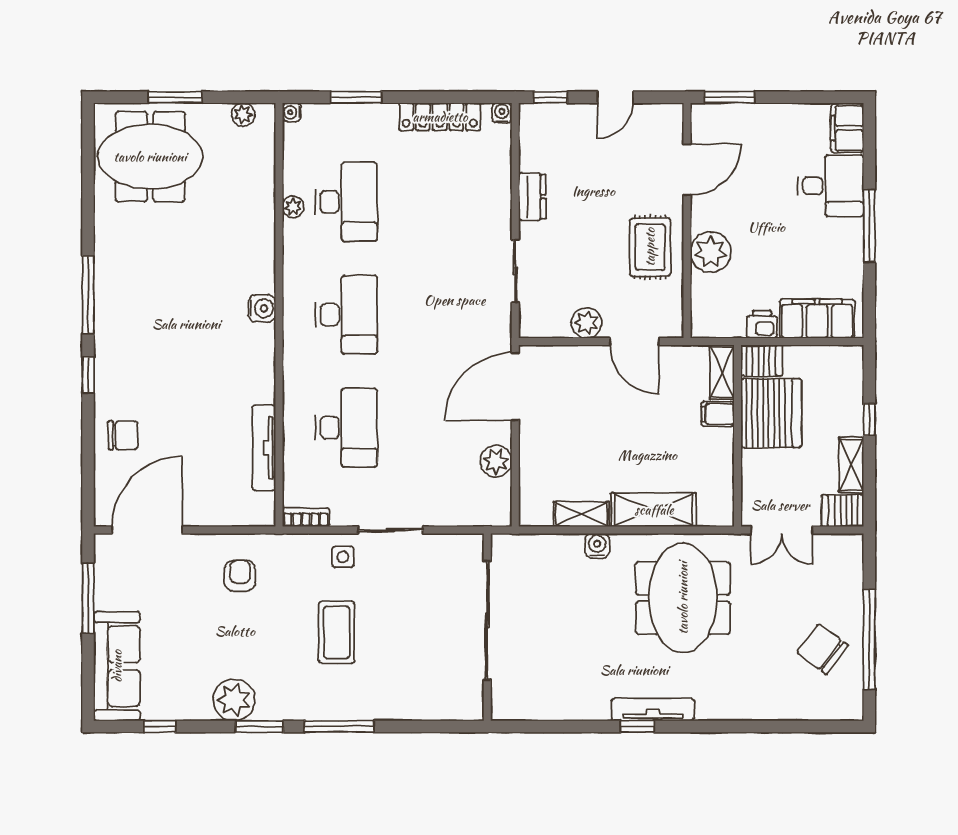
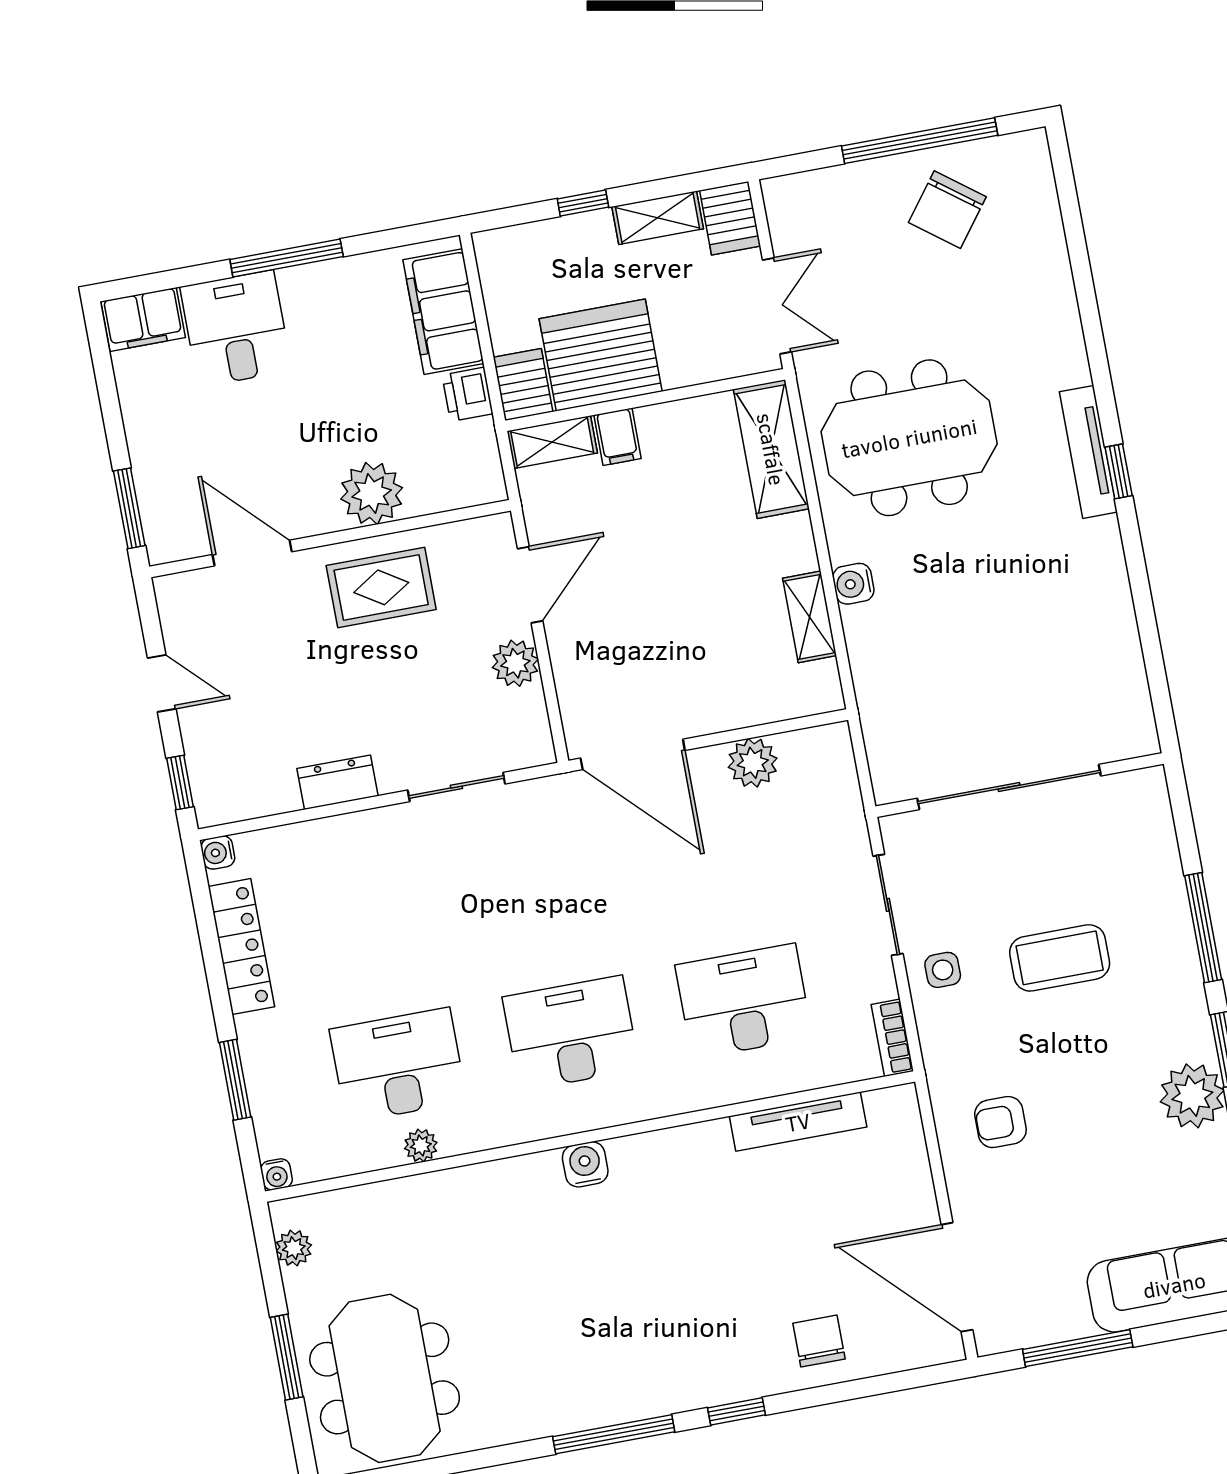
shelving: (654, 510) -> (771, 449), moved
sliding door: (487, 620) -> (1009, 787), moved
wall: (487, 627) -> (1019, 785), moved

